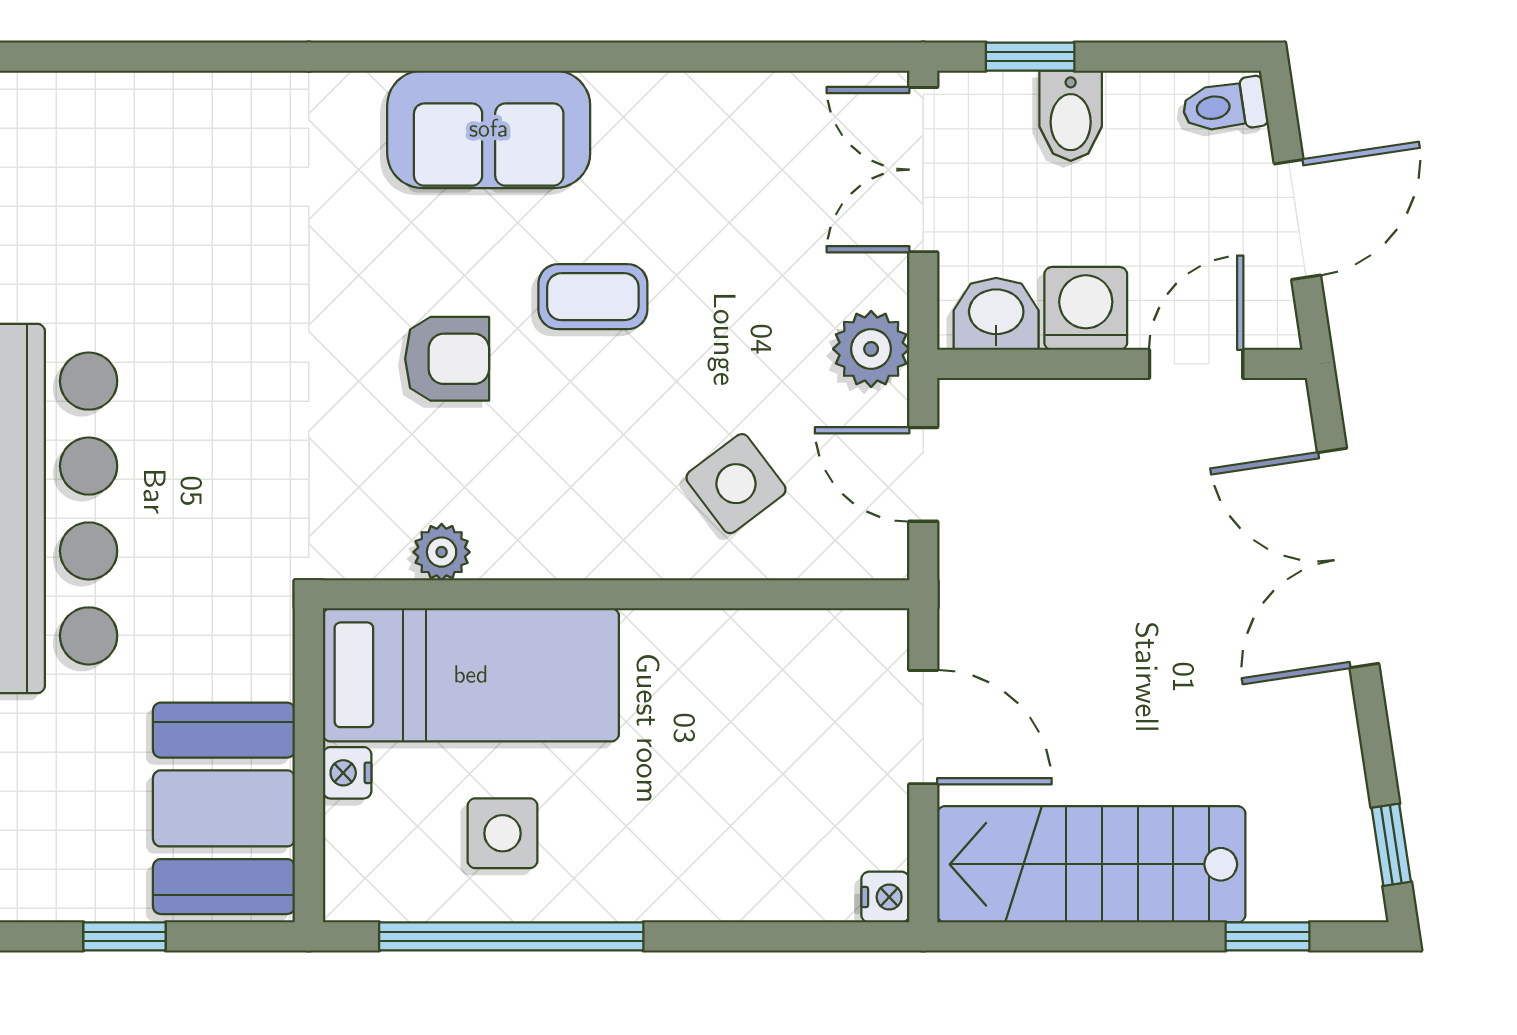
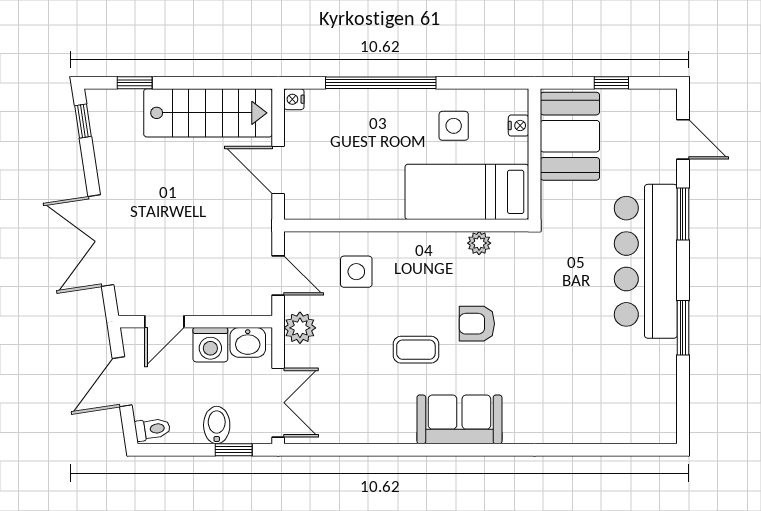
side table: (736, 484) -> (356, 272), turned 37
double door: (1348, 558) -> (101, 241), swing flipped
nightstand: (347, 773) -> (518, 126), moved
window: (511, 936) -> (381, 83), moved

